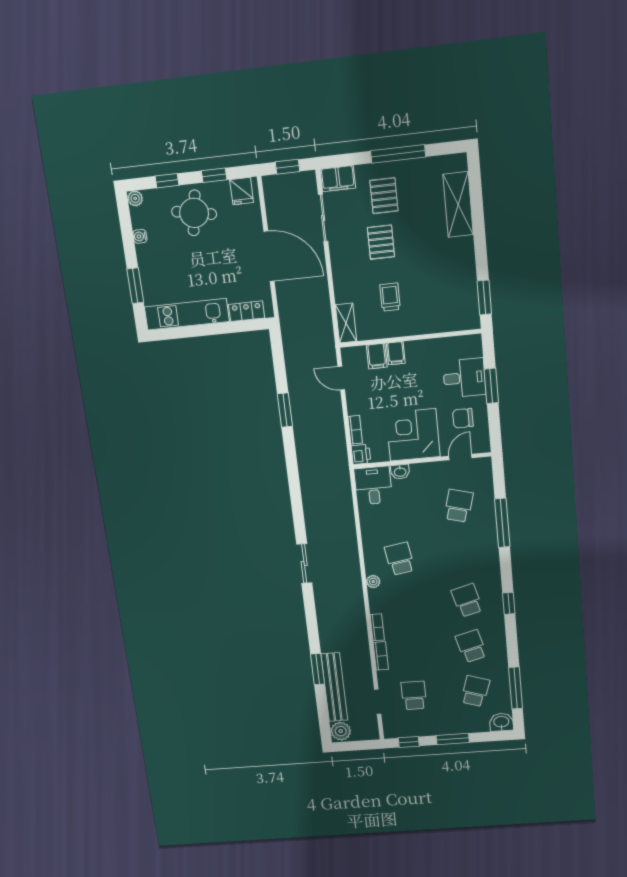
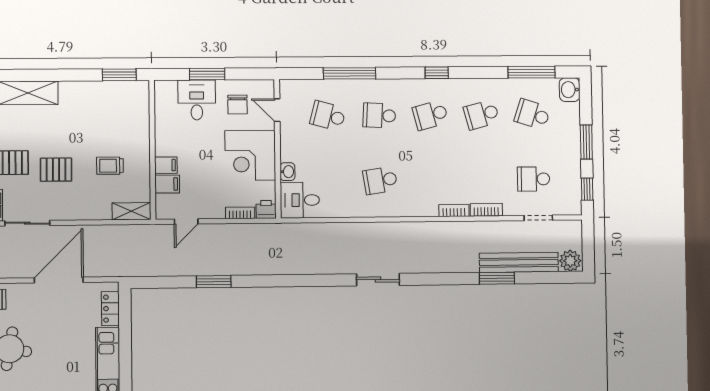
school desk: (463, 554) -> (379, 115), added
plant: (373, 582) -> (403, 210), removed

